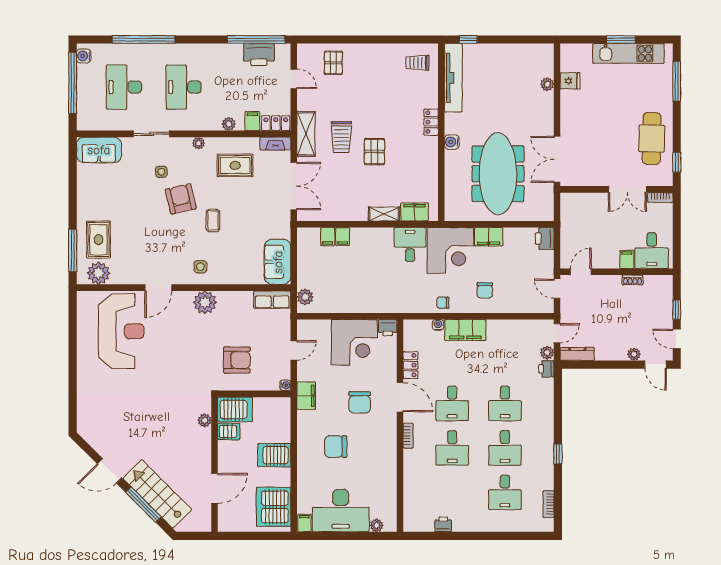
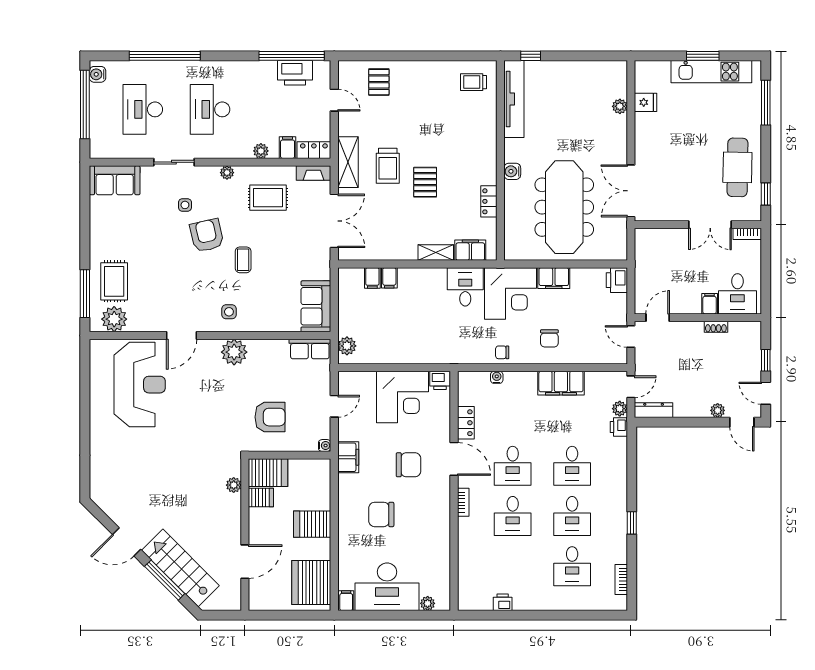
locker: (431, 122) -> (489, 201), moved
filing cabinet: (465, 330) -> (561, 383), moved
chair: (360, 402) -> (408, 465), turned -90

